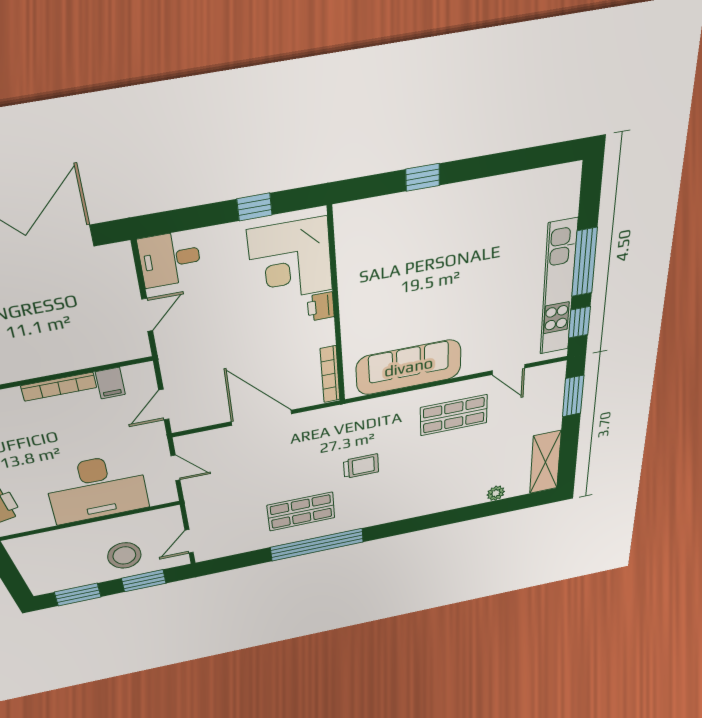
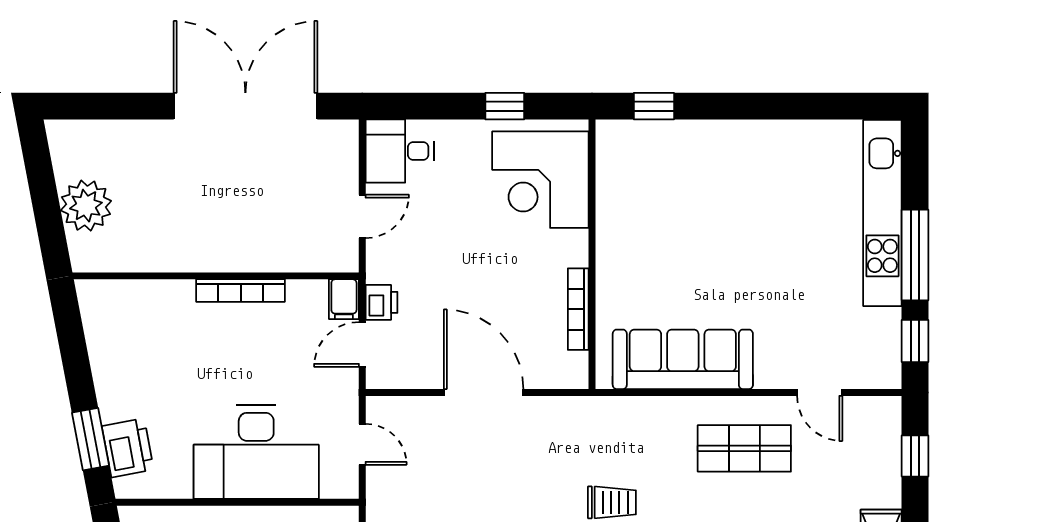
window: (423, 177) -> (654, 106), moved
kitchen unit: (558, 288) -> (882, 213), moved
printer: (321, 307) -> (382, 302), moved, turned 180
bookcase: (330, 374) -> (578, 309), moved
filing cabinet: (110, 383) -> (344, 299), moved
window: (573, 396) -> (915, 456), width x0.67

